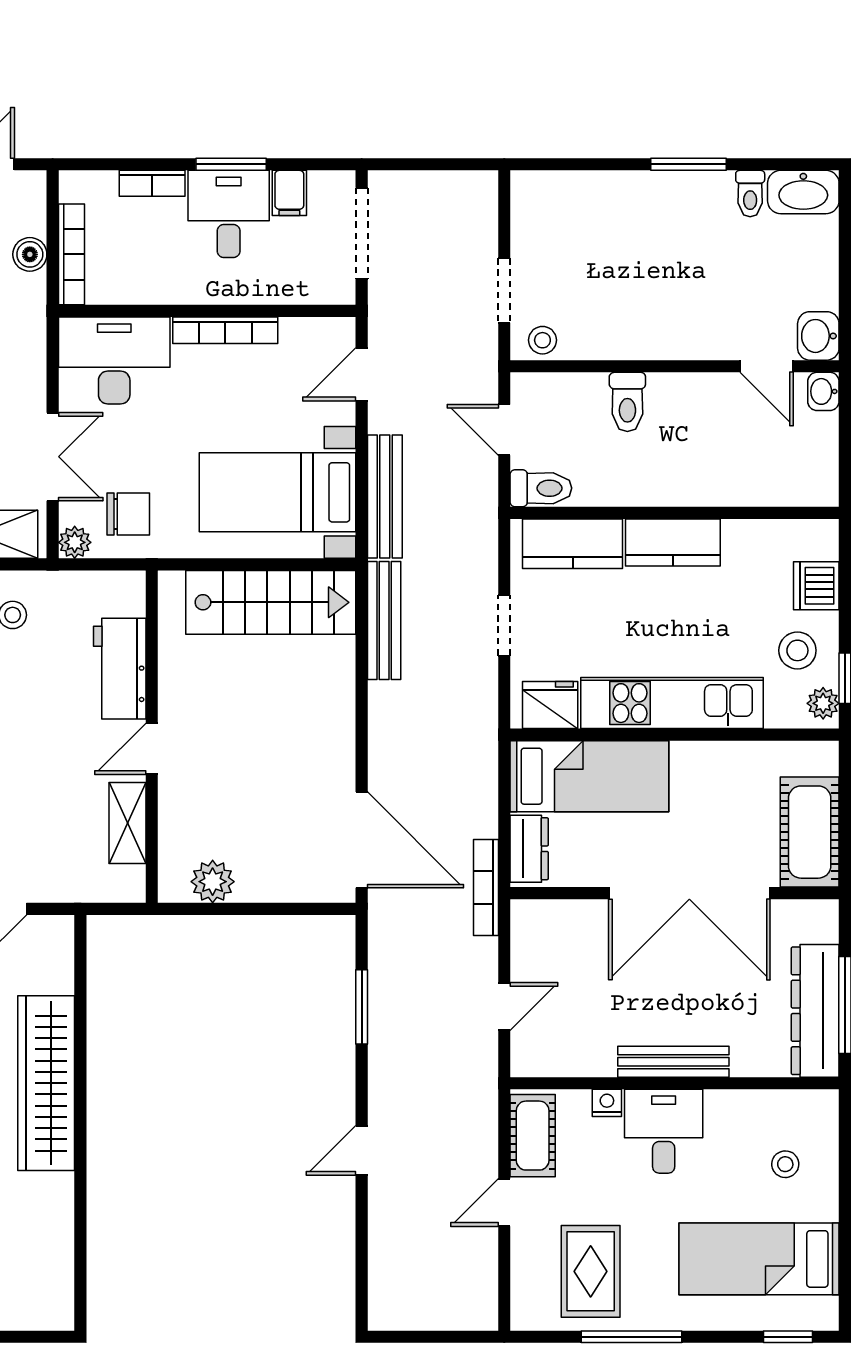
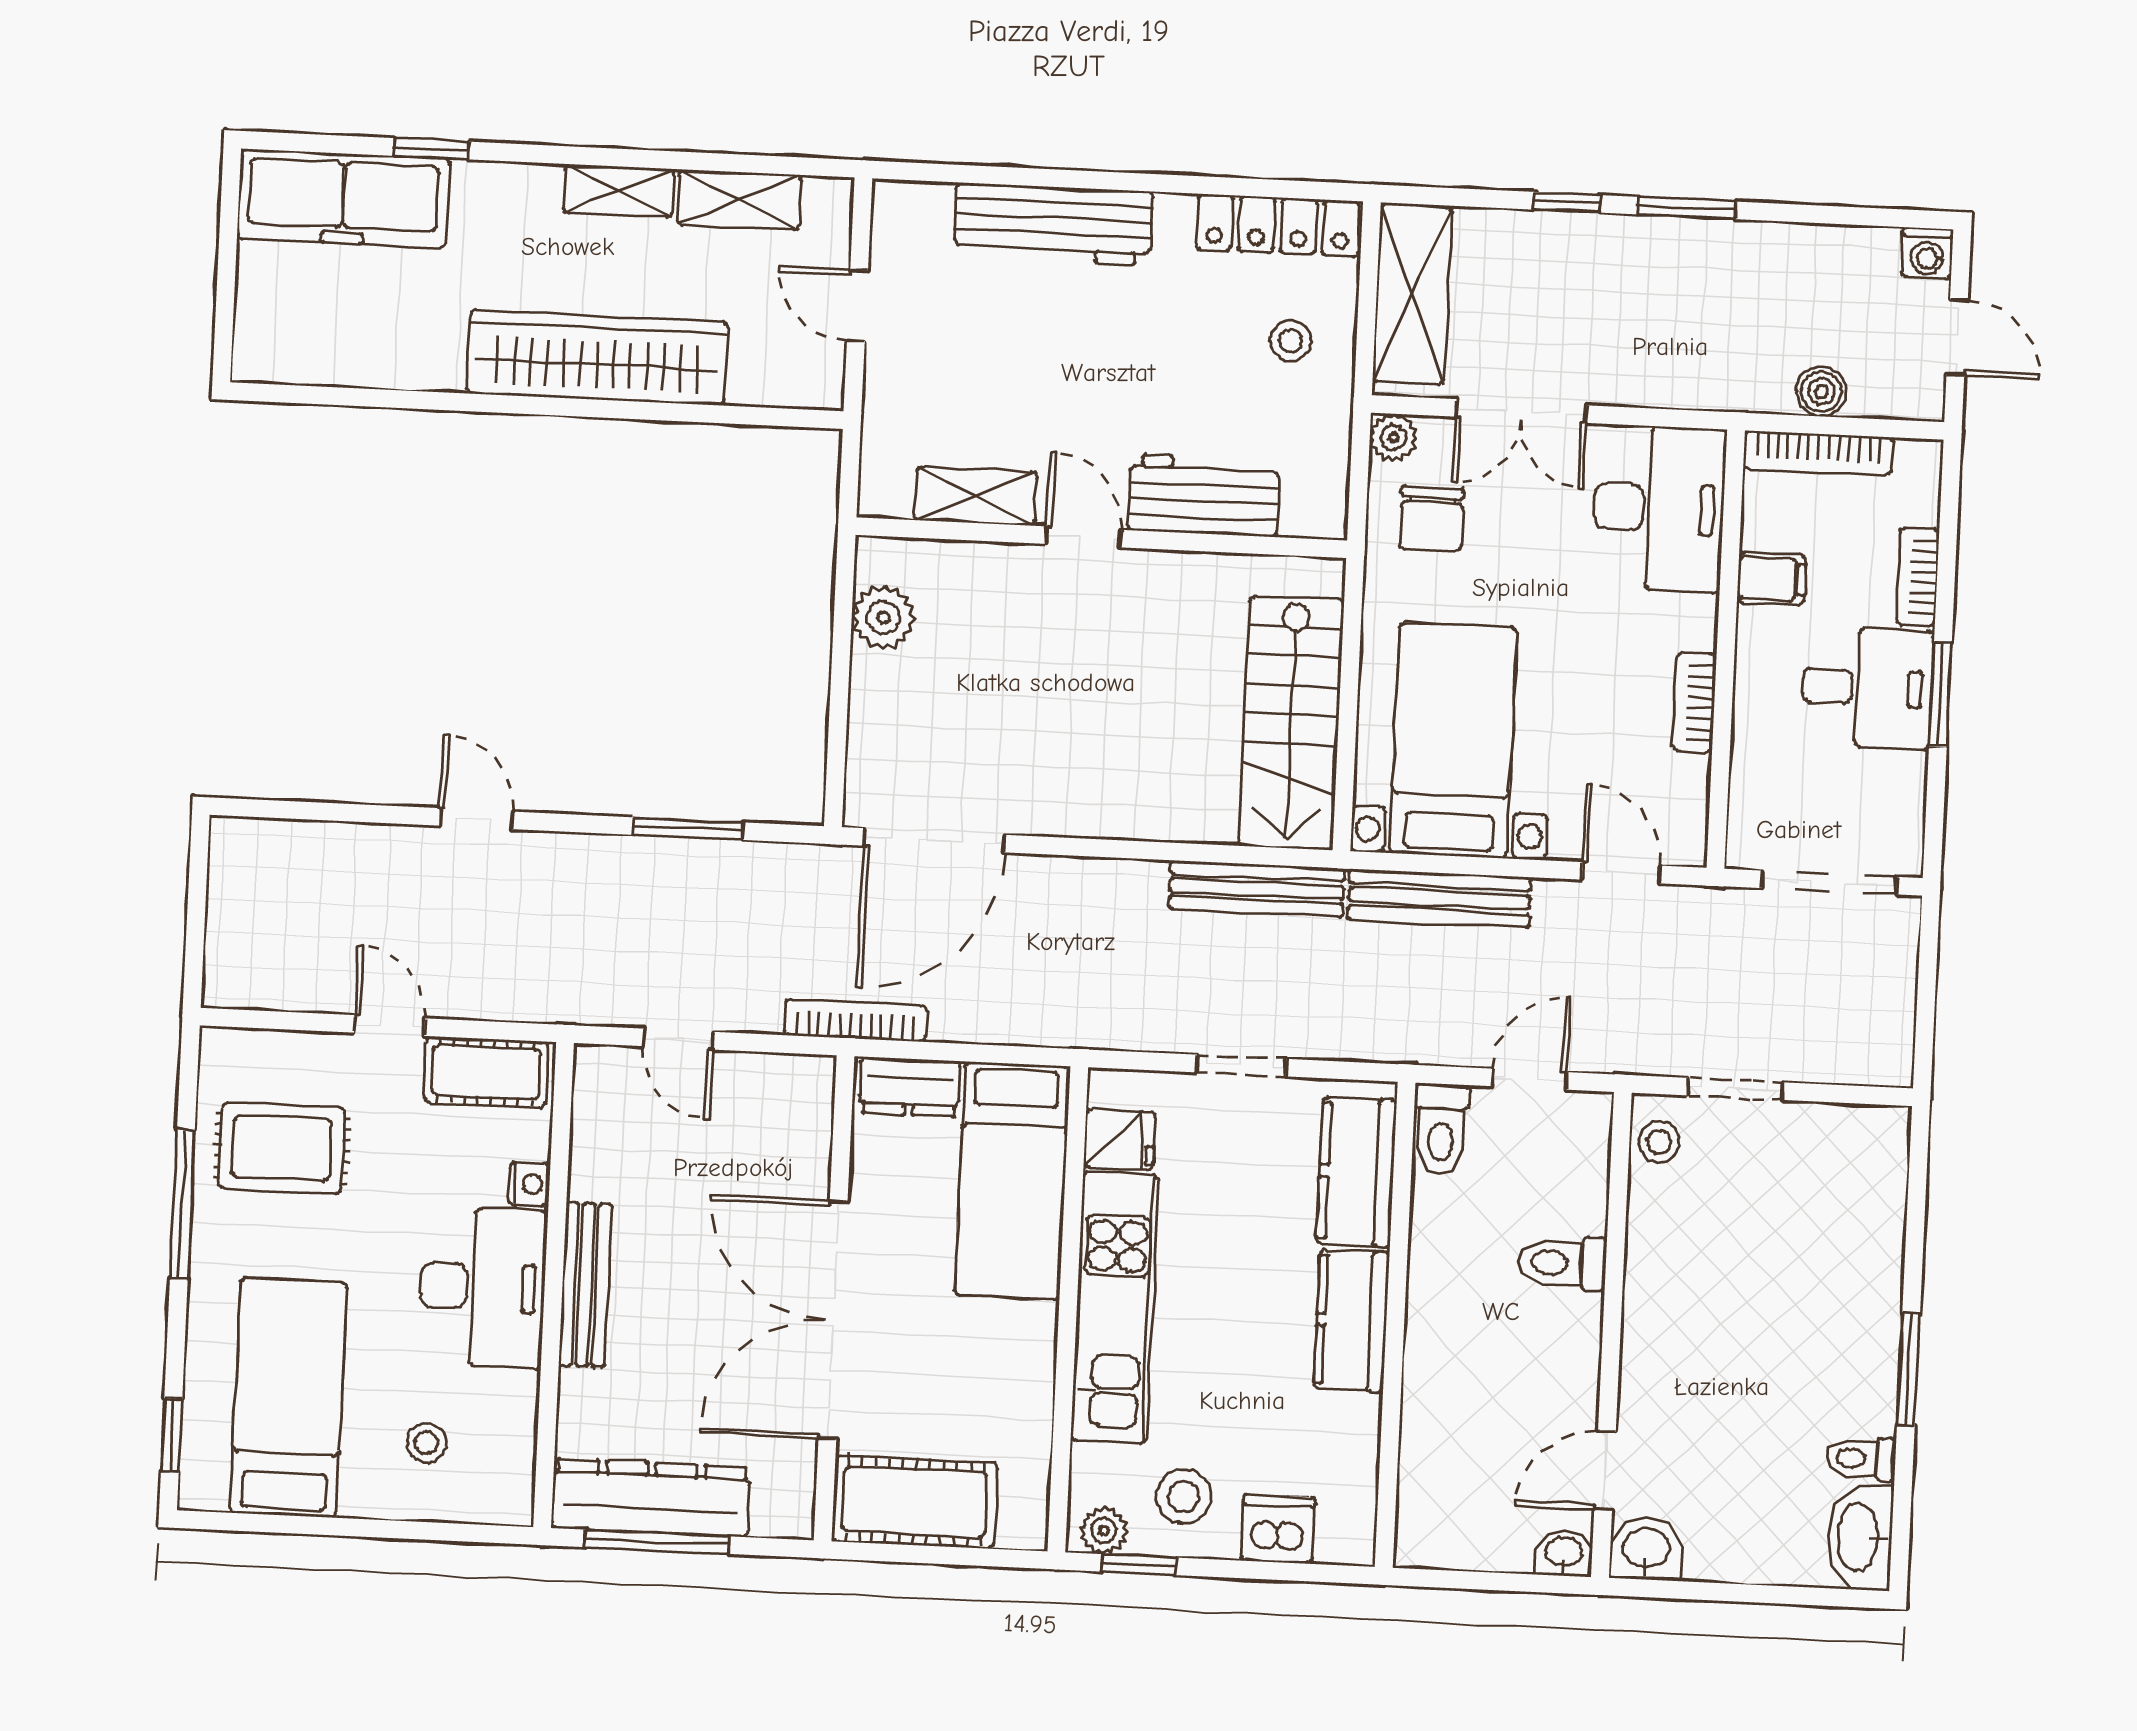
filing cabinet: (289, 193) -> (1772, 579), moved, turned 180
bookcase: (225, 330) -> (1695, 702), width x0.64
fridge: (550, 705) -> (1120, 1139), width x0.72
desk: (664, 1131) -> (482, 1287), width x1.37

